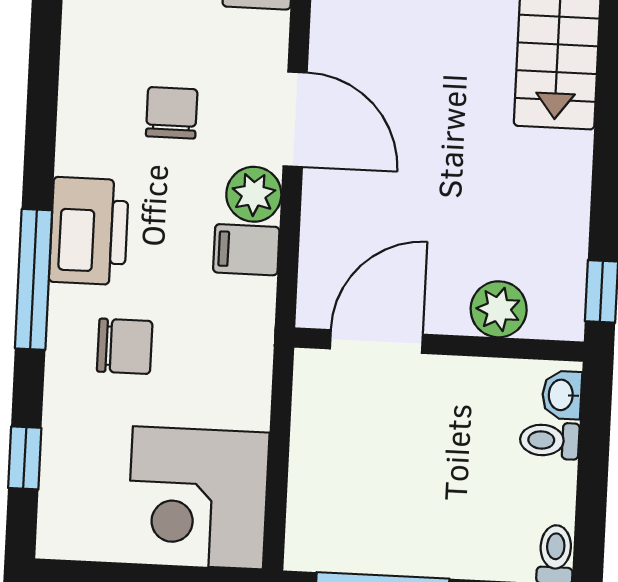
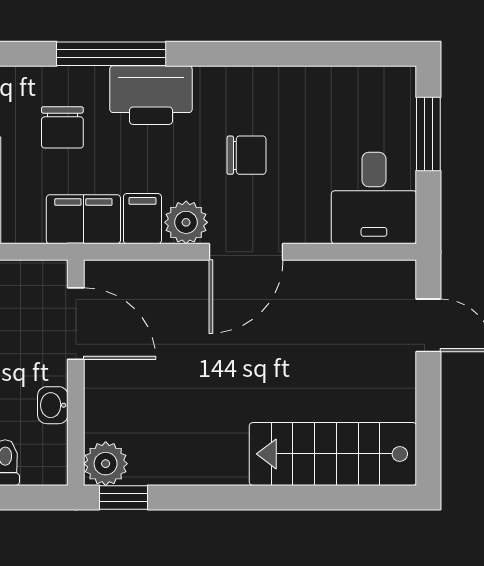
plant: (499, 309) -> (106, 464), moved
filing cabinet: (243, 325) -> (83, 219), added
washbasin: (562, 395) -> (53, 405), moved, turned -90

